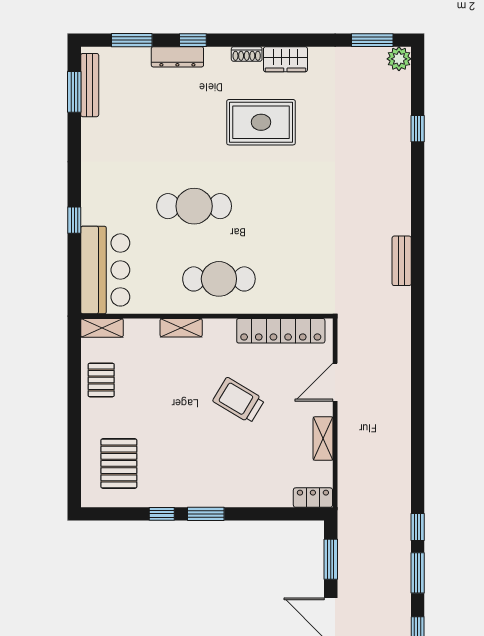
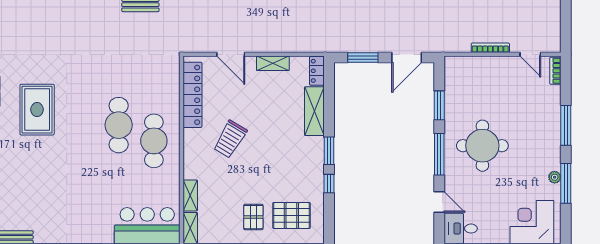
cafe table: (194, 206) -> (119, 125), moved
shelving: (181, 328) -> (190, 195), moved
pallet: (101, 380) -> (253, 217), moved, turned 90
trolley: (239, 400) -> (230, 139), moved
shelving: (259, 494) -> (314, 111), added

